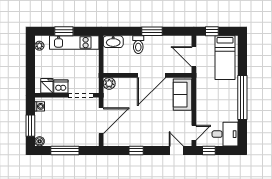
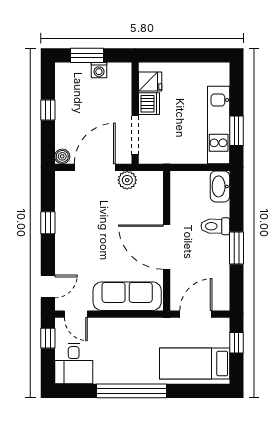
window: (64, 31) -> (236, 131), moved
plant: (39, 46) -> (214, 70), removed
plant: (109, 83) -> (127, 180), moved
sofa: (182, 95) -> (127, 296), width x1.36
washing machine: (40, 106) -> (99, 70), moved
door: (101, 121) -> (95, 167), swing flipped
boiler: (40, 141) -> (62, 156), moved
window: (65, 150) -> (48, 110), width x0.46

